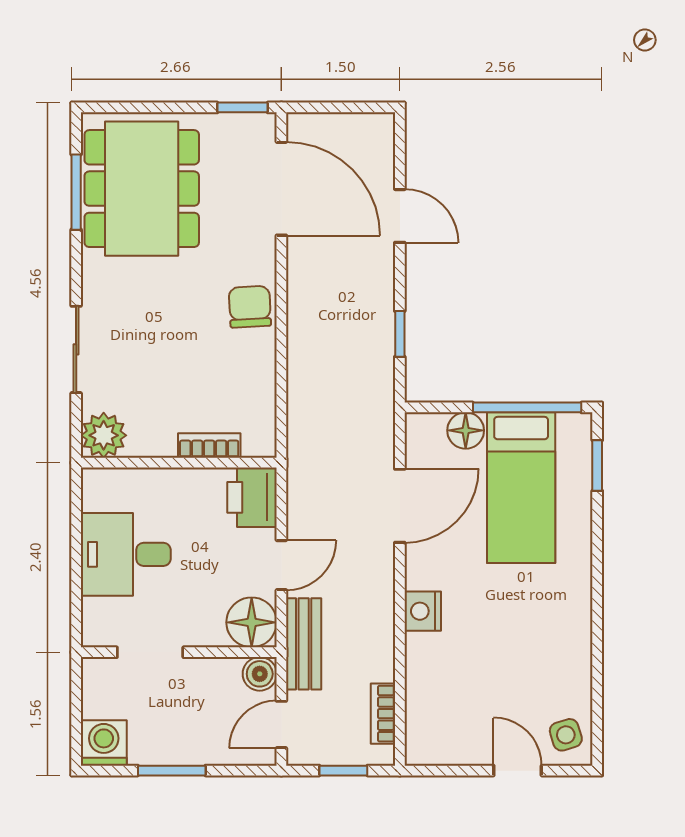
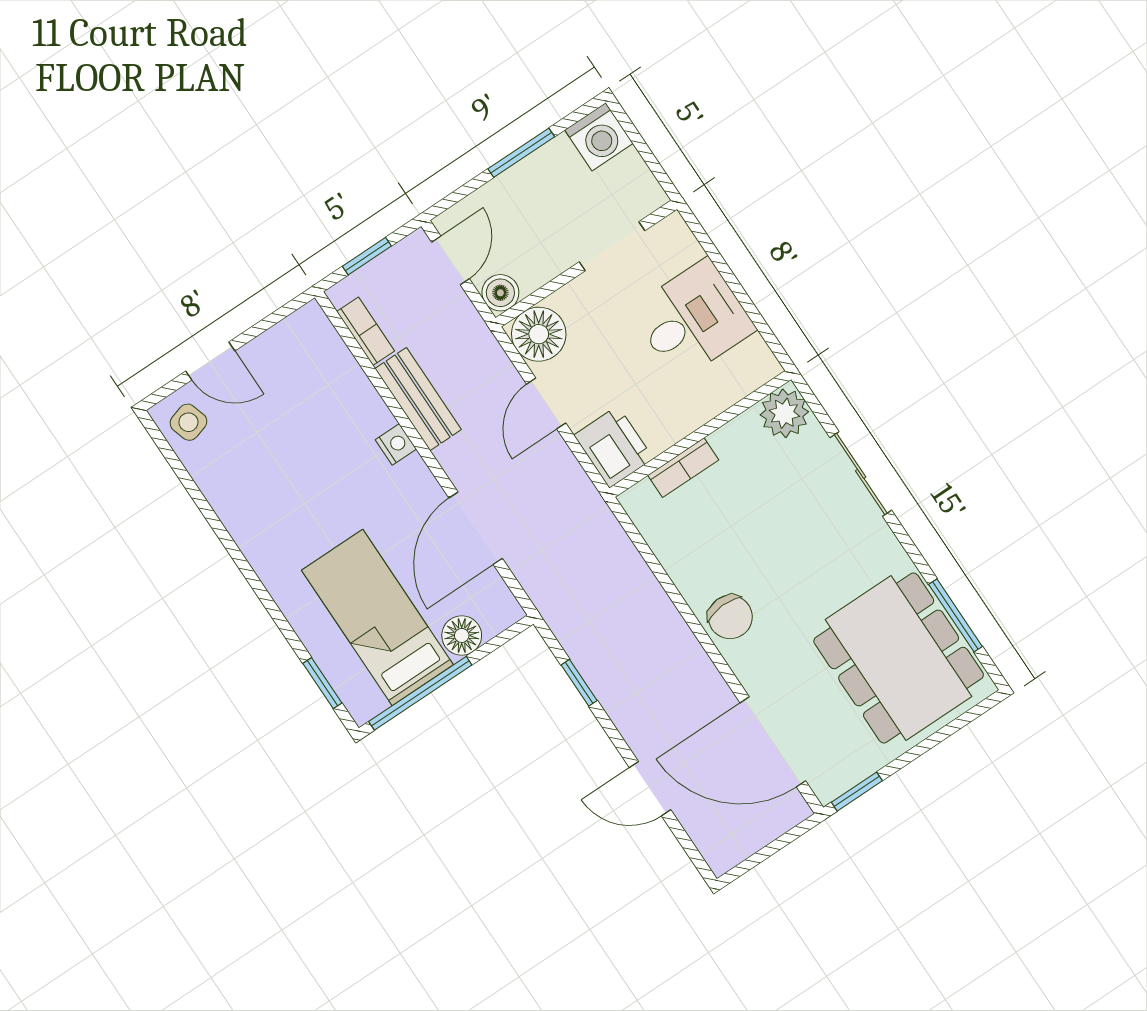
nightstand: (423, 611) -> (396, 444), width x0.72, depth x0.74
bench: (304, 644) -> (418, 399), moved

